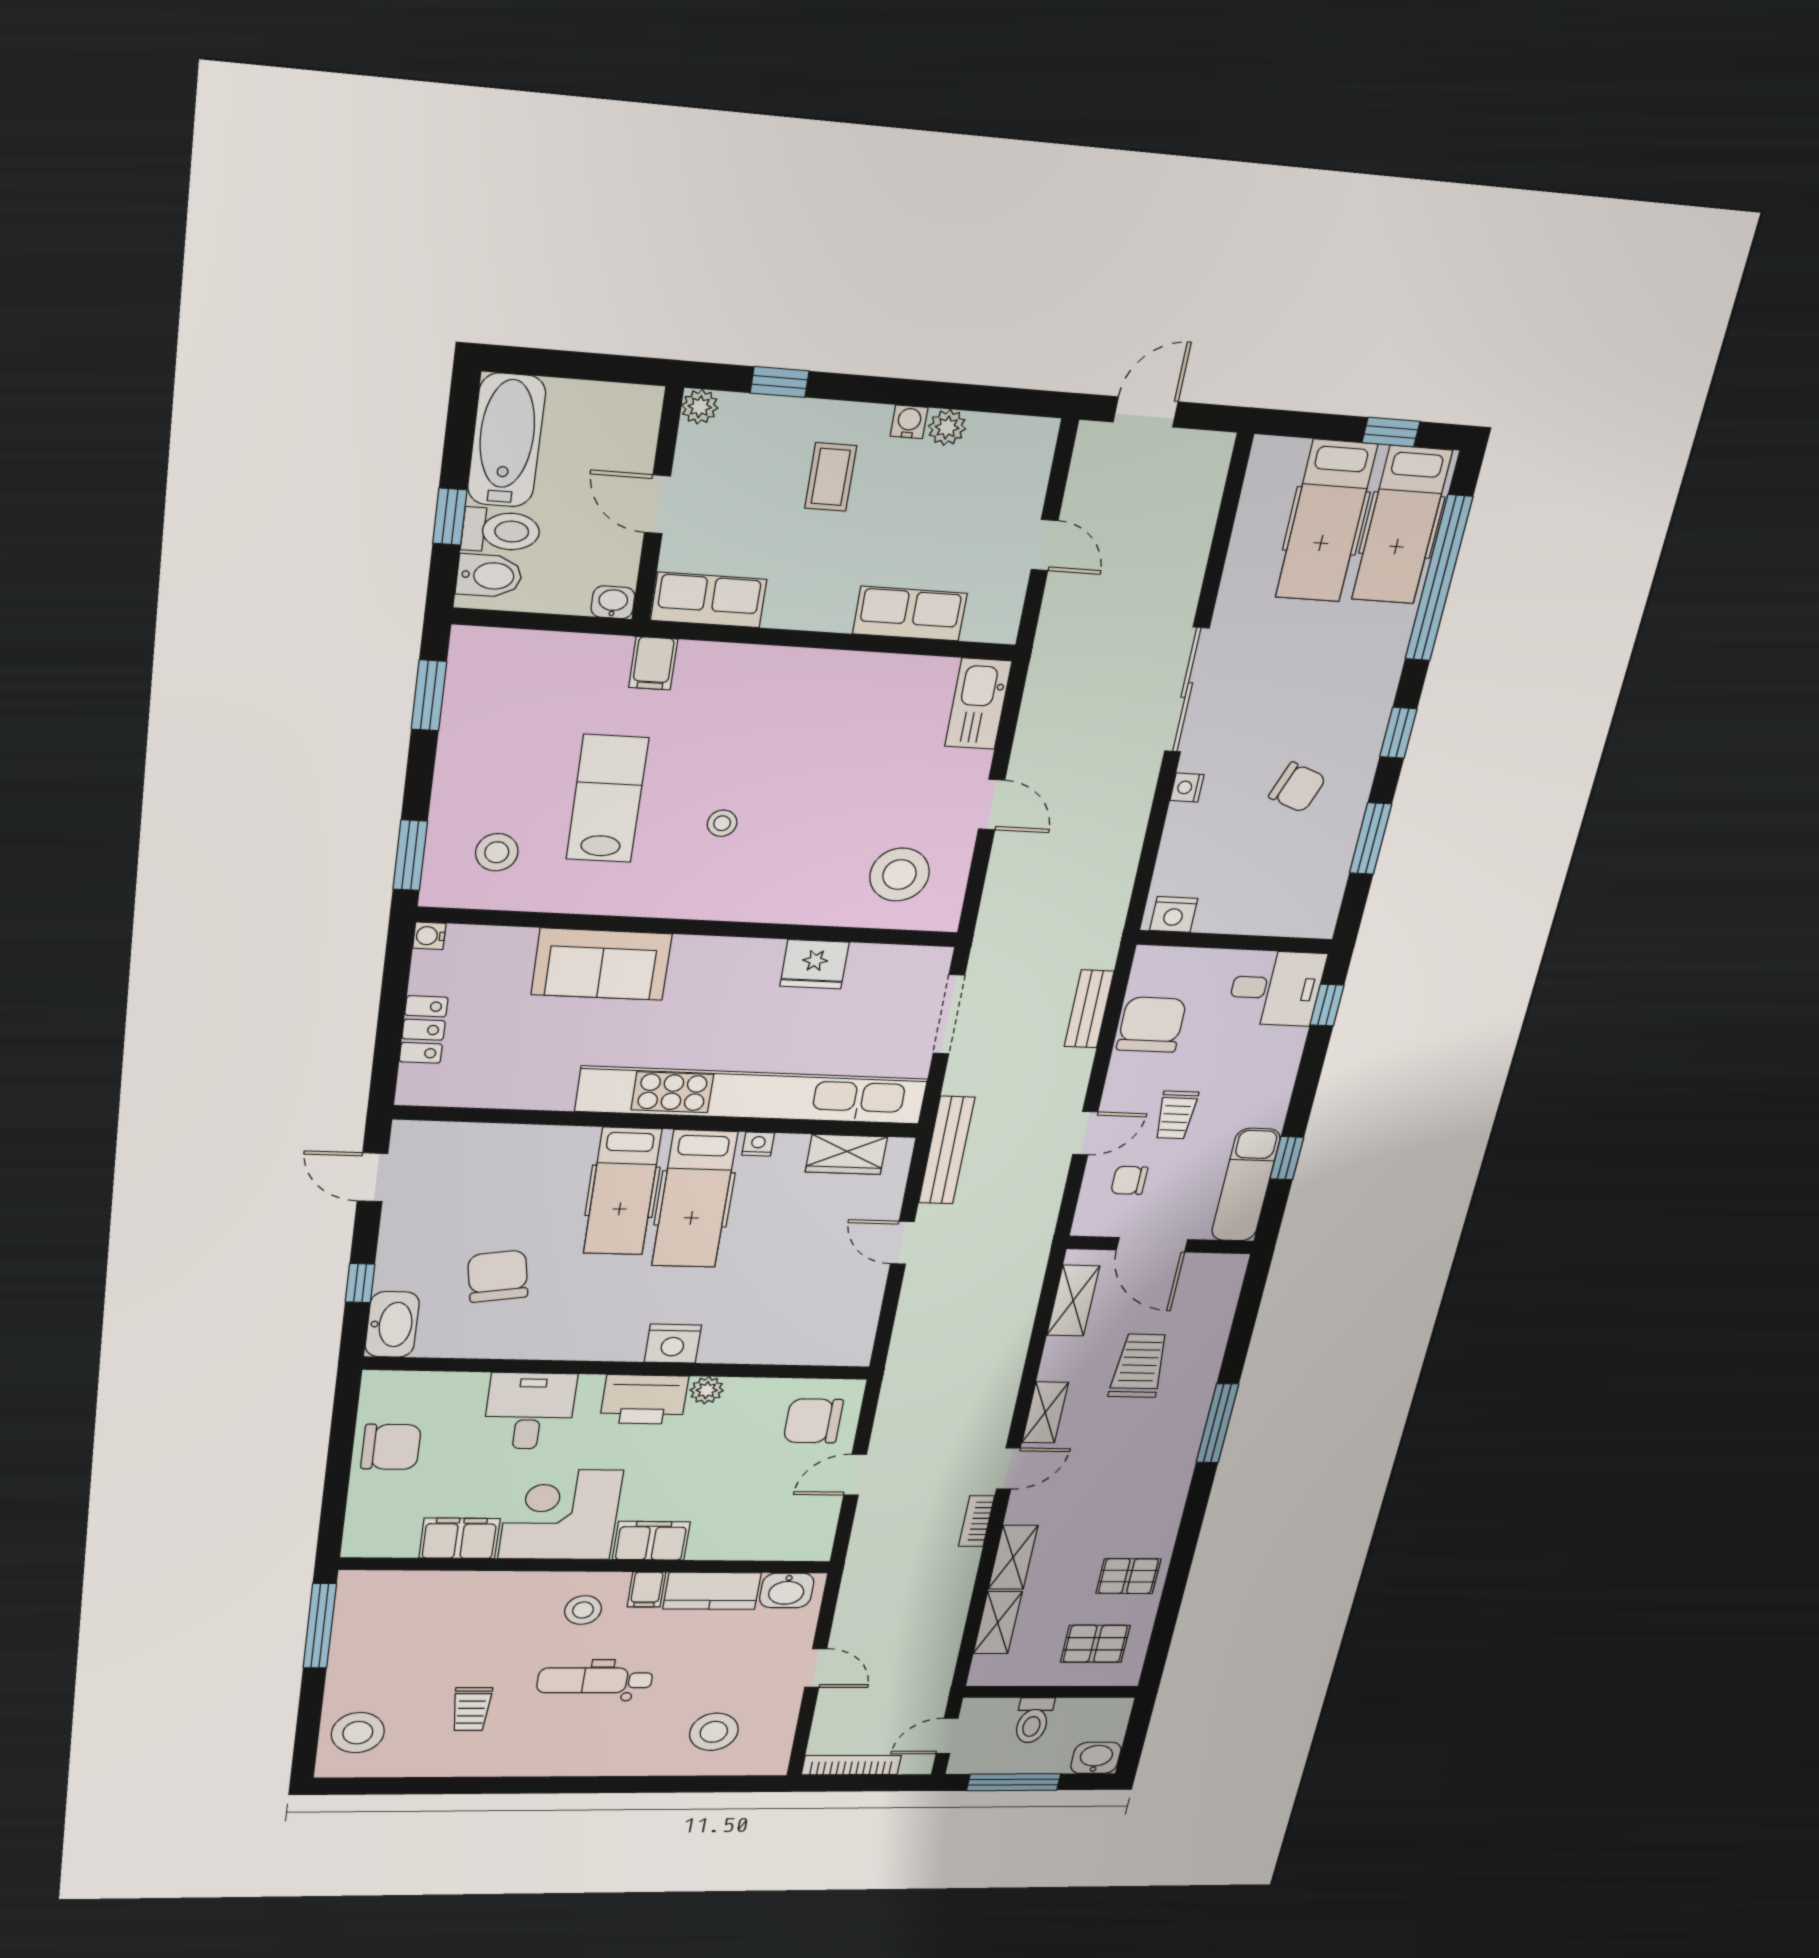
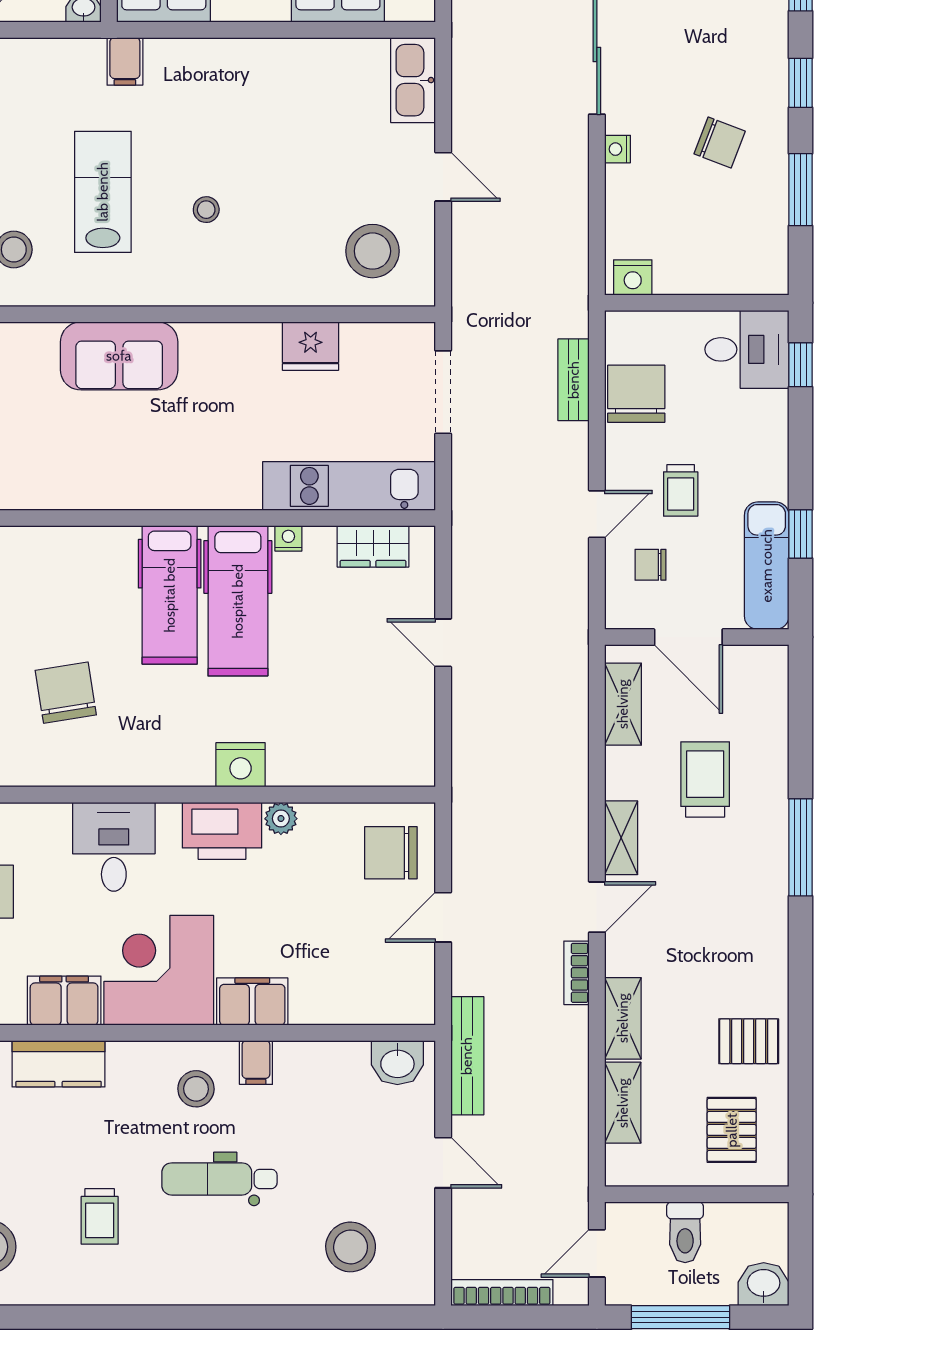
kitchen unit: (752, 1095) -> (349, 486), width x0.54
bench: (947, 1150) -> (467, 1056), moved
kitchen counter: (712, 1591) -> (59, 1064), moved
pallet: (1095, 1644) -> (732, 1130), turned 90

